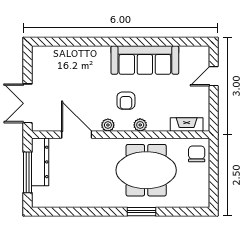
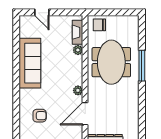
armchair: (126, 101) -> (40, 116), moved
plant: (140, 125) -> (78, 50), moved
window: (142, 212) -> (142, 66), width x1.44

